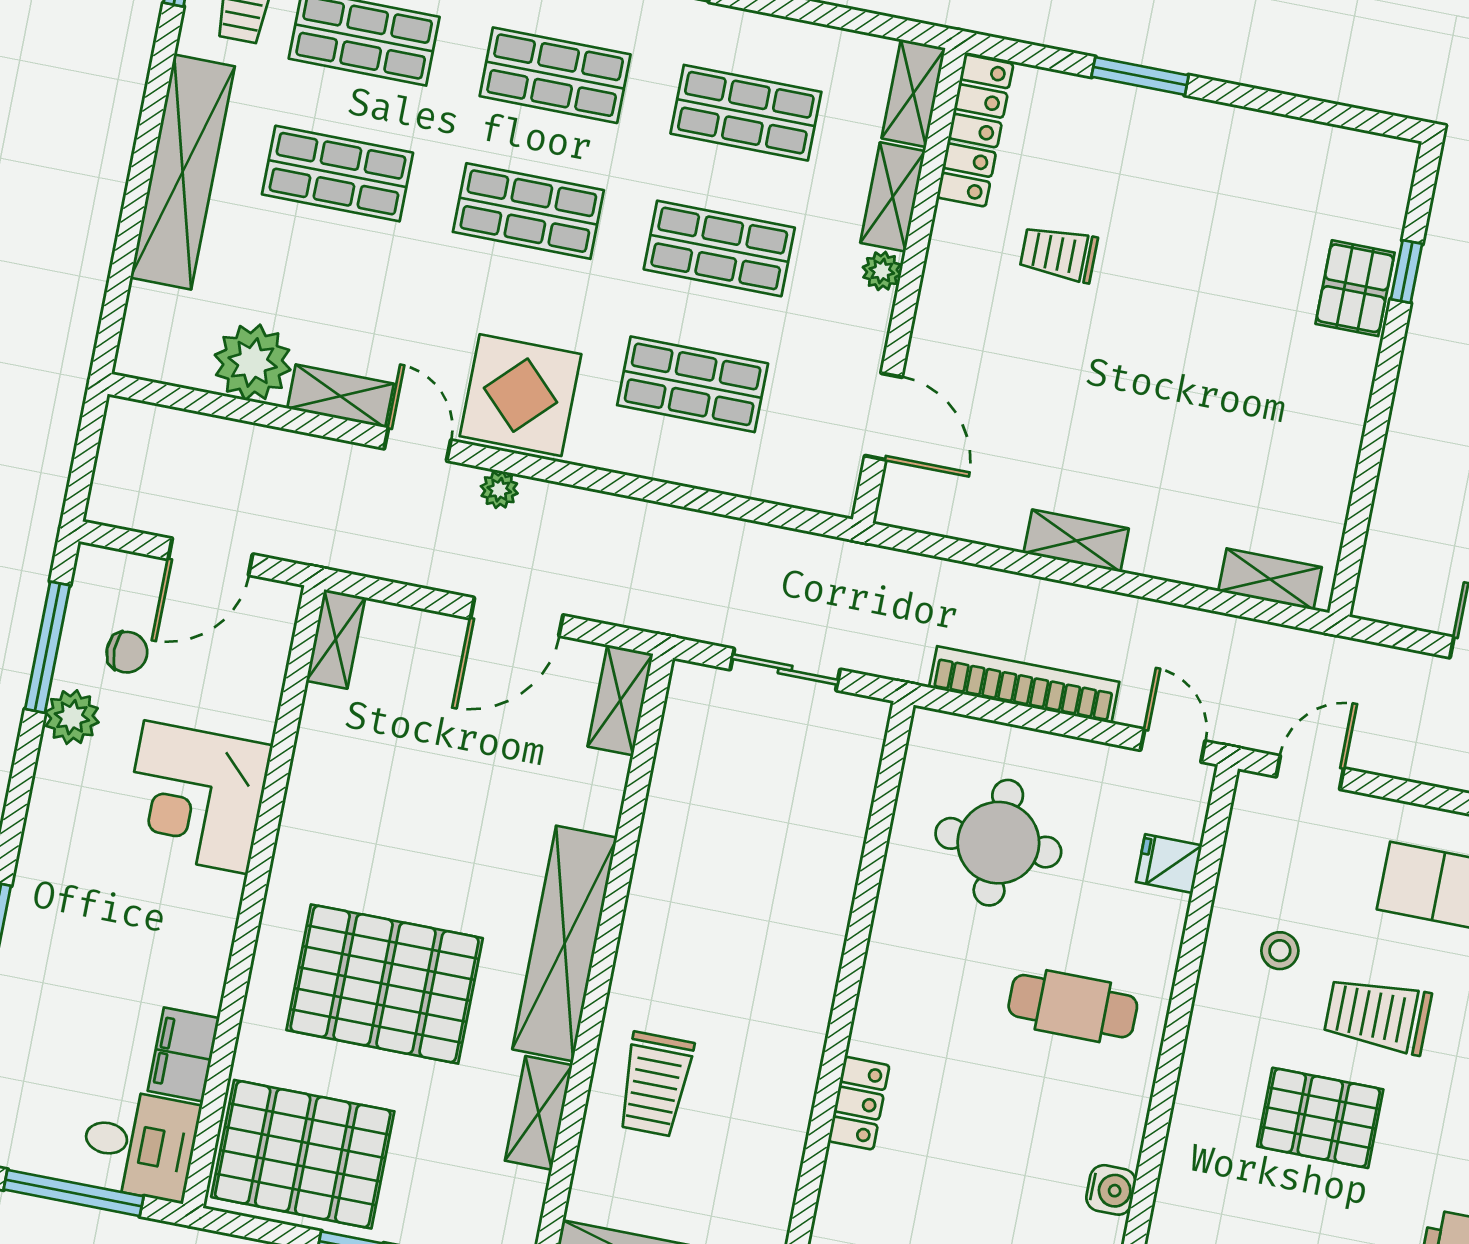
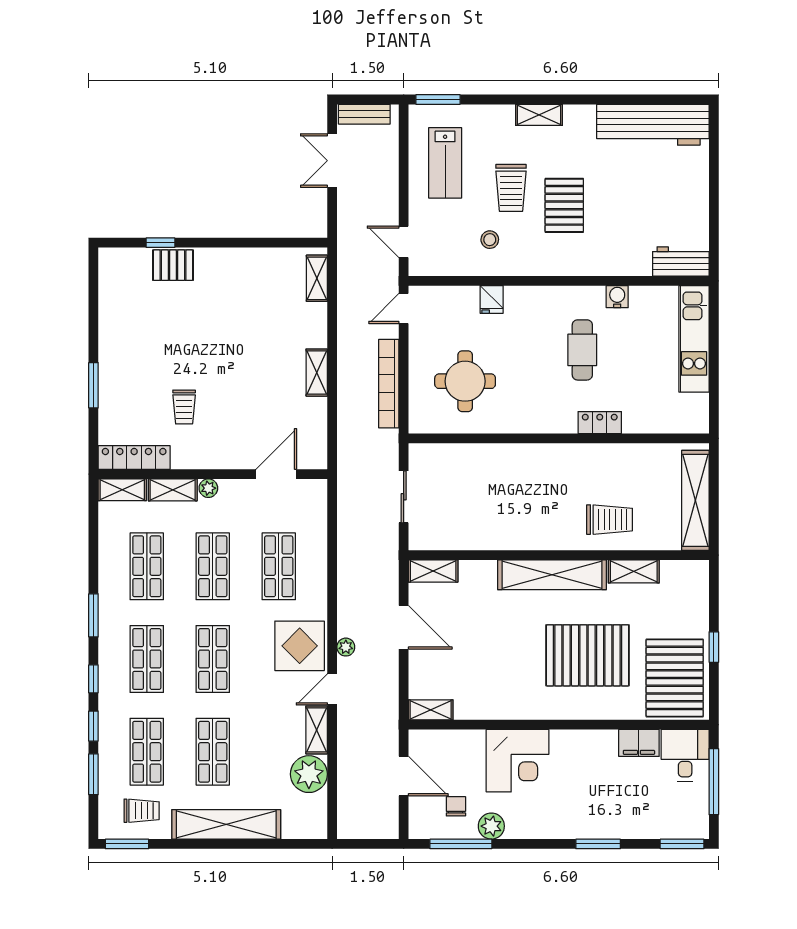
fridge: (1169, 864) -> (492, 299), moved
pallet: (385, 984) -> (588, 655), turned 90
cafe table: (1073, 1006) -> (582, 350), moved

